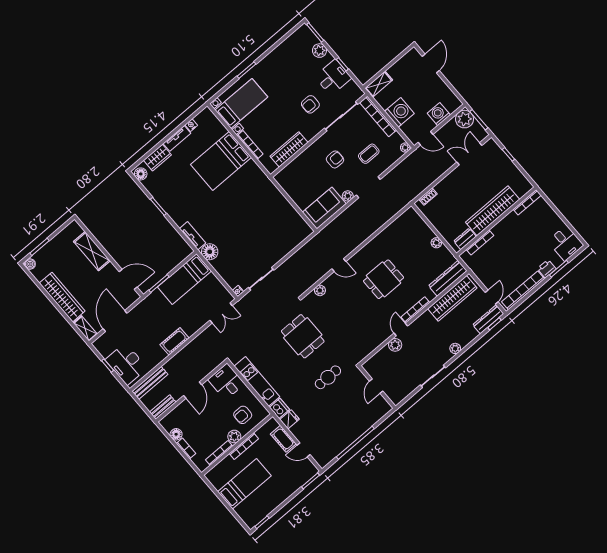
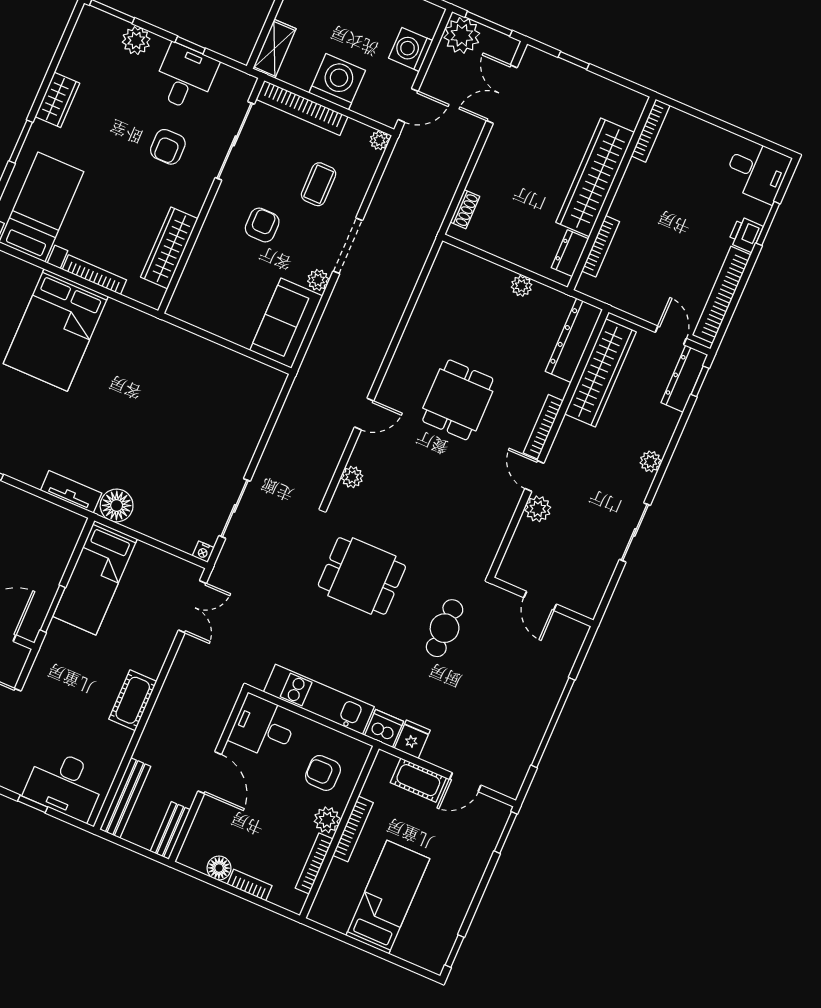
wardrobe: (272, 60) -> (57, 100), added
armchair: (243, 415) -> (323, 773), turned 90

